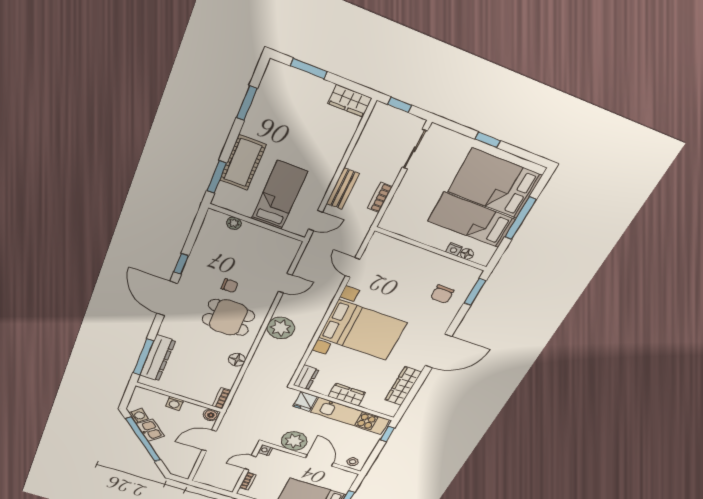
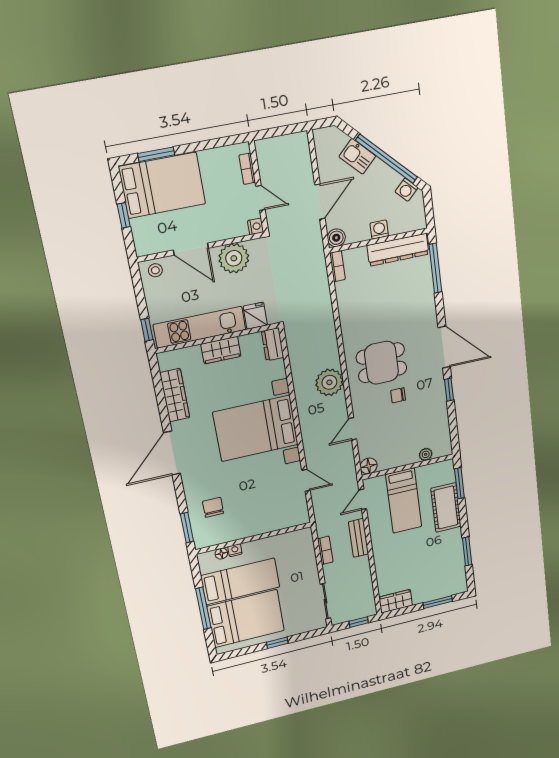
dresser: (157, 358) -> (398, 250), moved, turned -90
floor lamp: (237, 360) -> (369, 466), moved
kitchen sink: (151, 430) -> (357, 156), moved
door: (250, 463) -> (260, 198), hinge flipped

